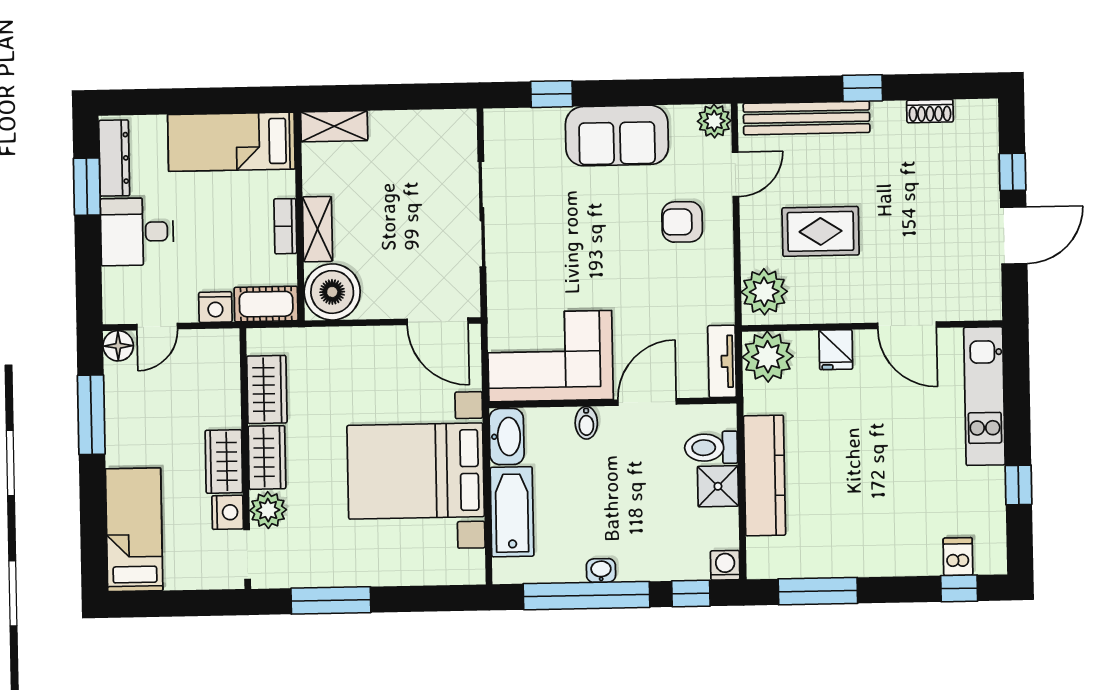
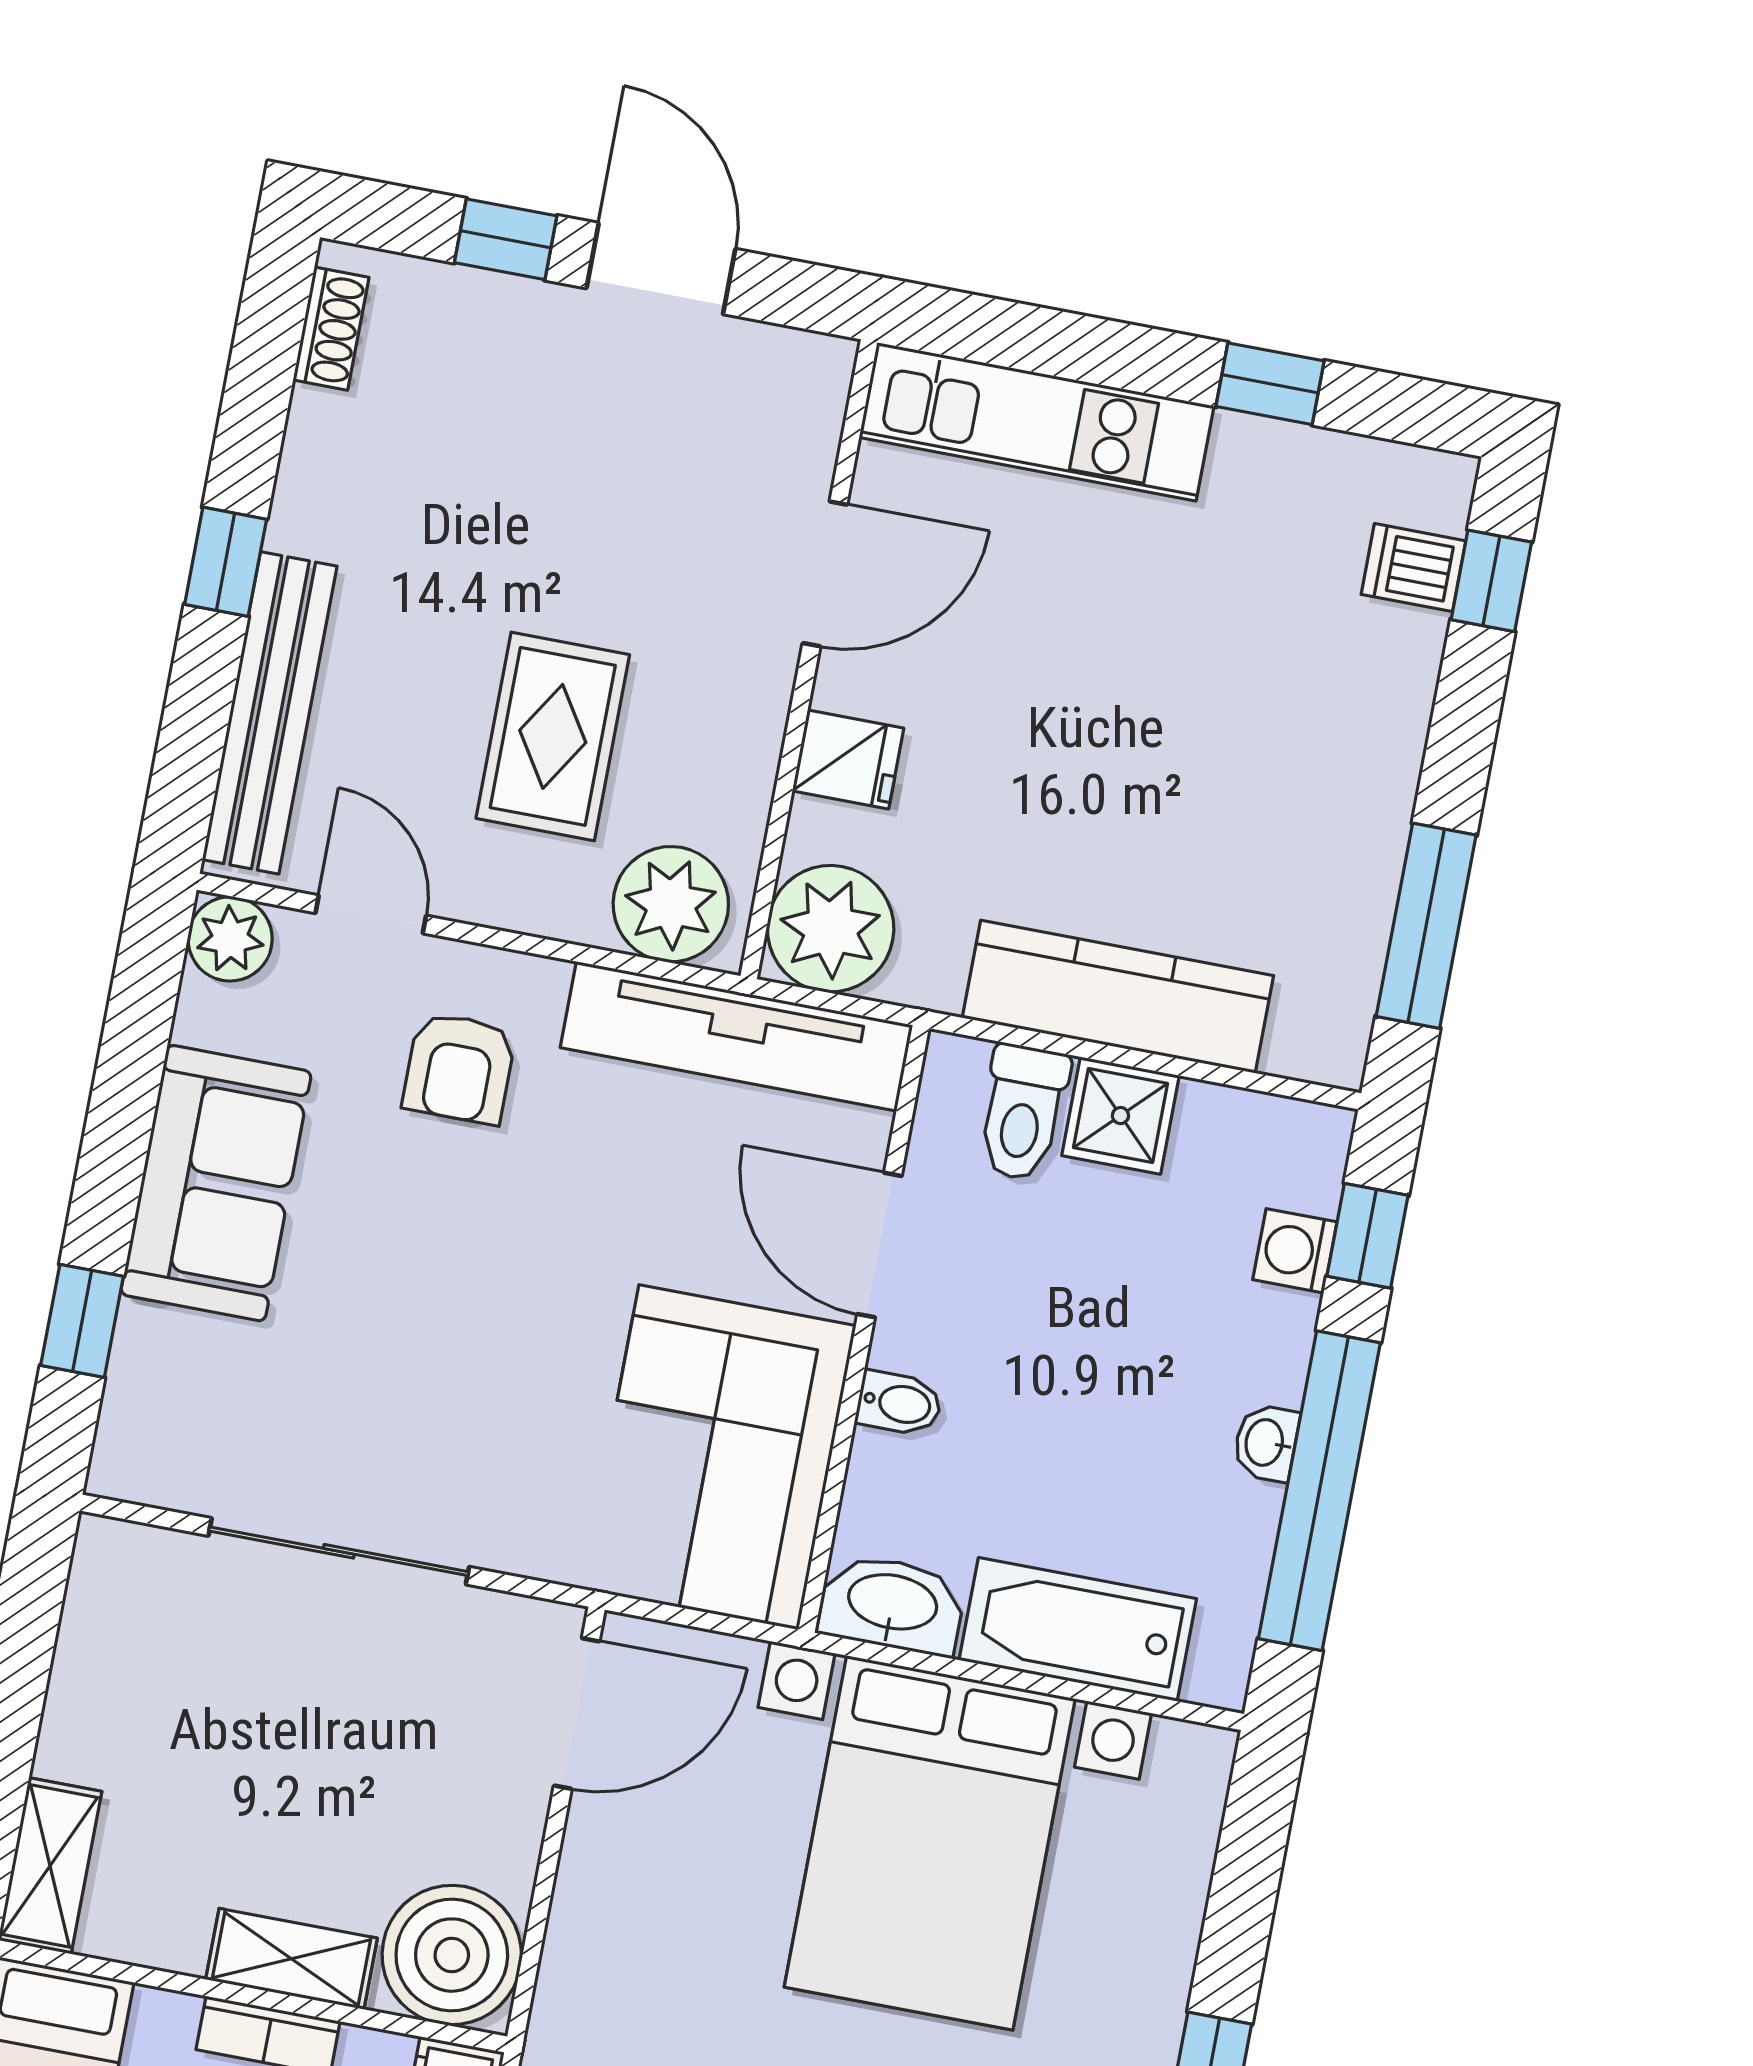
shoe rack: (930, 111) -> (331, 329), moved
tv unit: (722, 361) -> (736, 1036), width x1.92, depth x1.29
washing machine: (725, 565) -> (1295, 1251), moved

